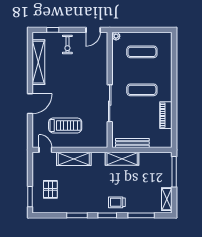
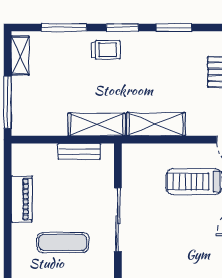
bench: (132, 143) -> (79, 151), width x0.73
shelving: (74, 159) -> (156, 124), moved

